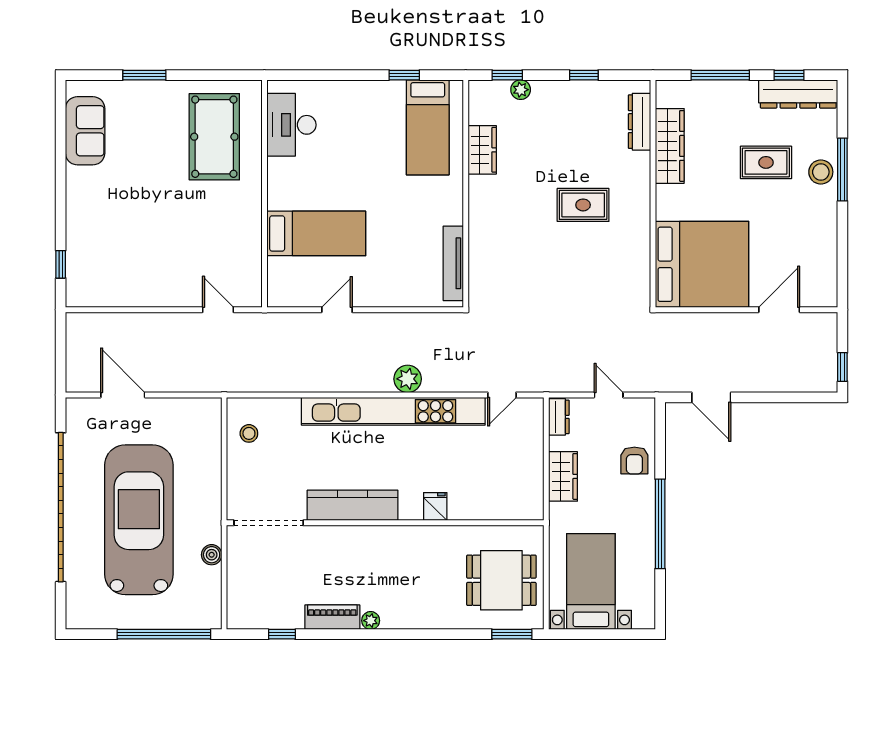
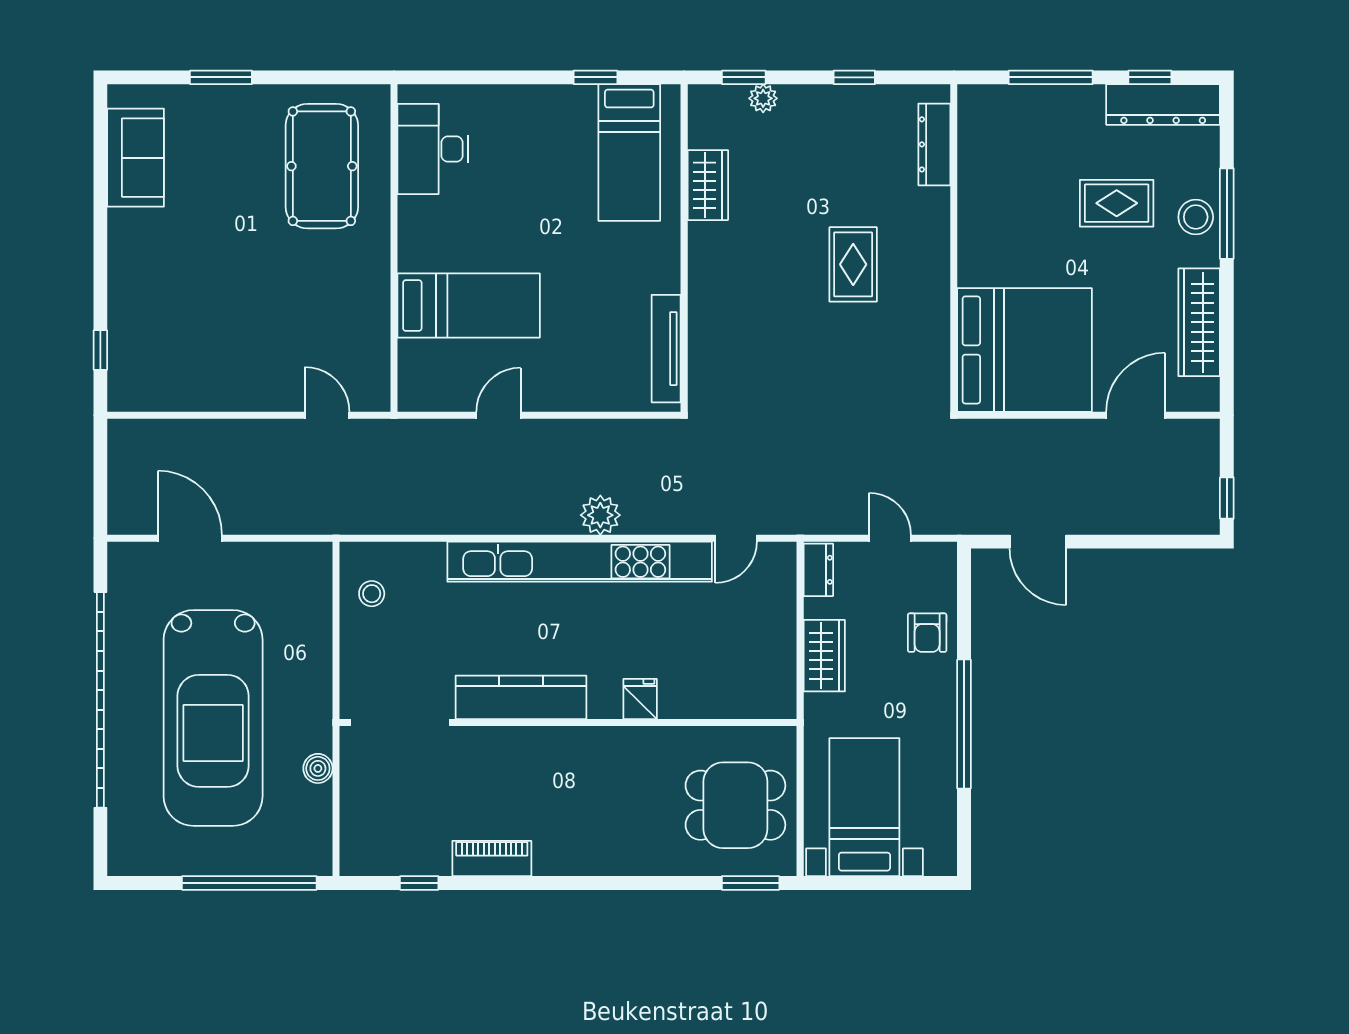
wardrobe: (670, 146) -> (1199, 322), moved, turned 180
rug: (583, 205) -> (853, 264), turned 90
car: (139, 520) -> (213, 718), turned 180
plant: (371, 621) -> (547, 863), removed

